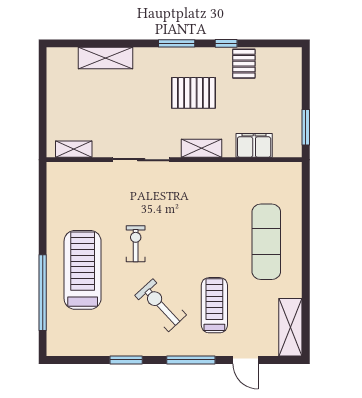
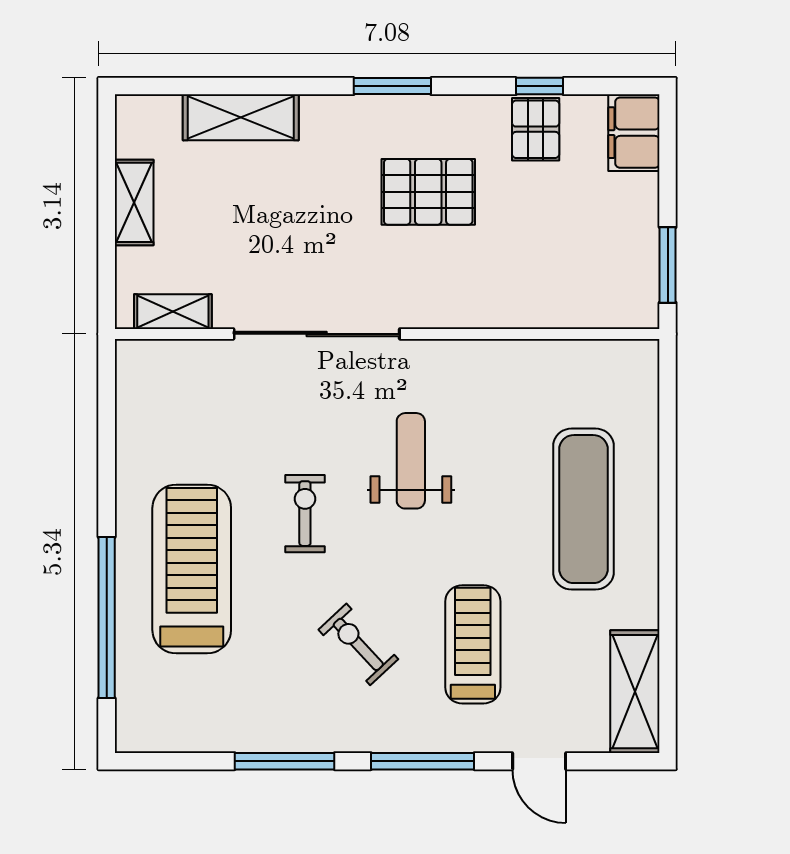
window: (226, 43) -> (540, 86), moved
filing cabinet: (254, 145) -> (634, 133), moved, turned -90
shelving: (202, 148) -> (134, 202), moved, turned 90
sliding door: (141, 160) -> (317, 334), width x1.36
weight bench: (185, 219) -> (411, 461), added
exercise bike: (161, 305) -> (358, 644), width x0.73, depth x0.72
window: (126, 360) -> (285, 761), width x1.44

